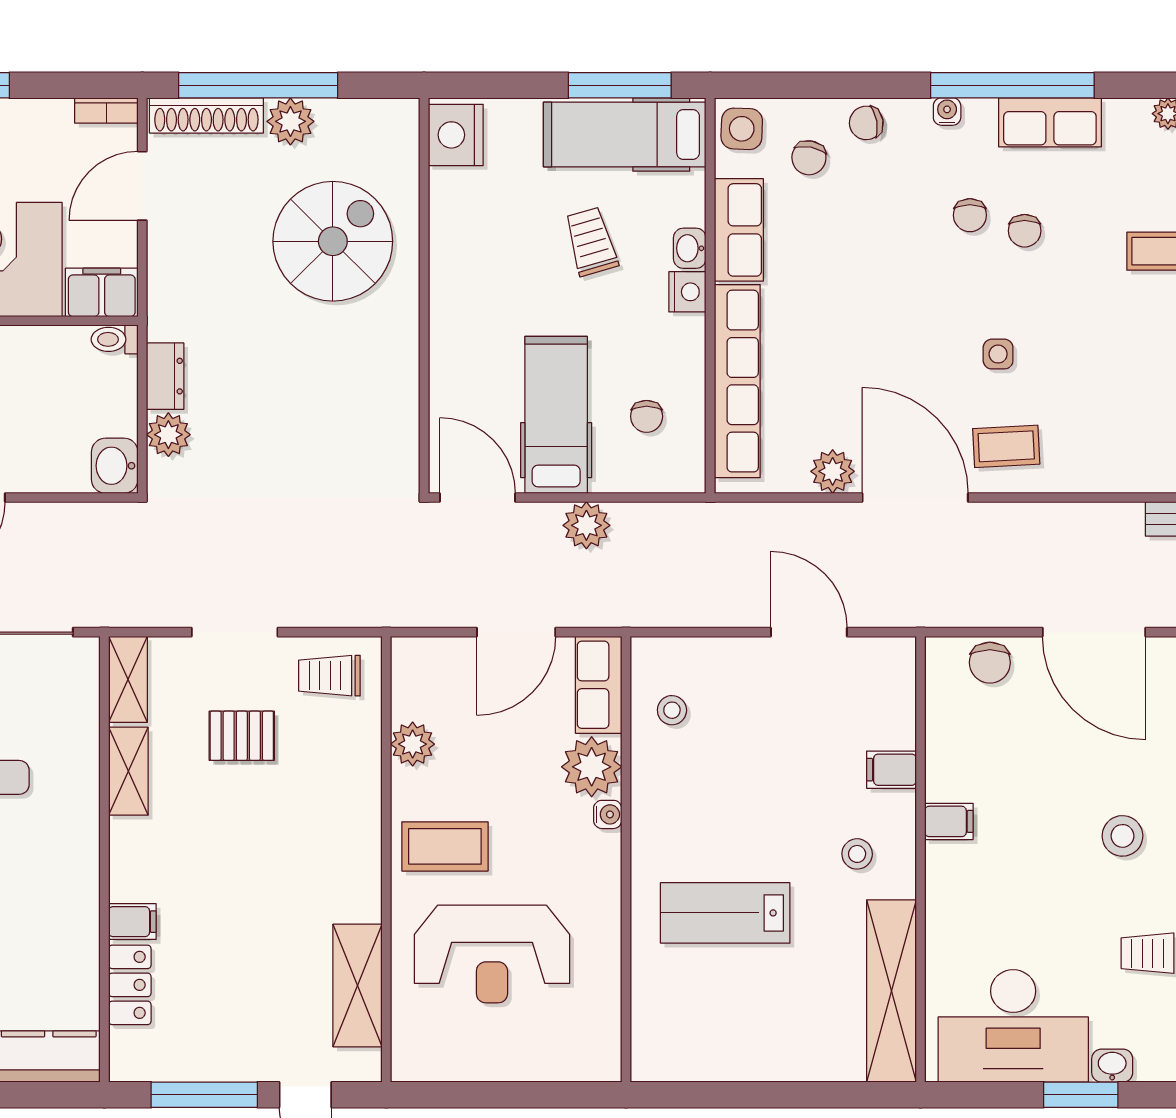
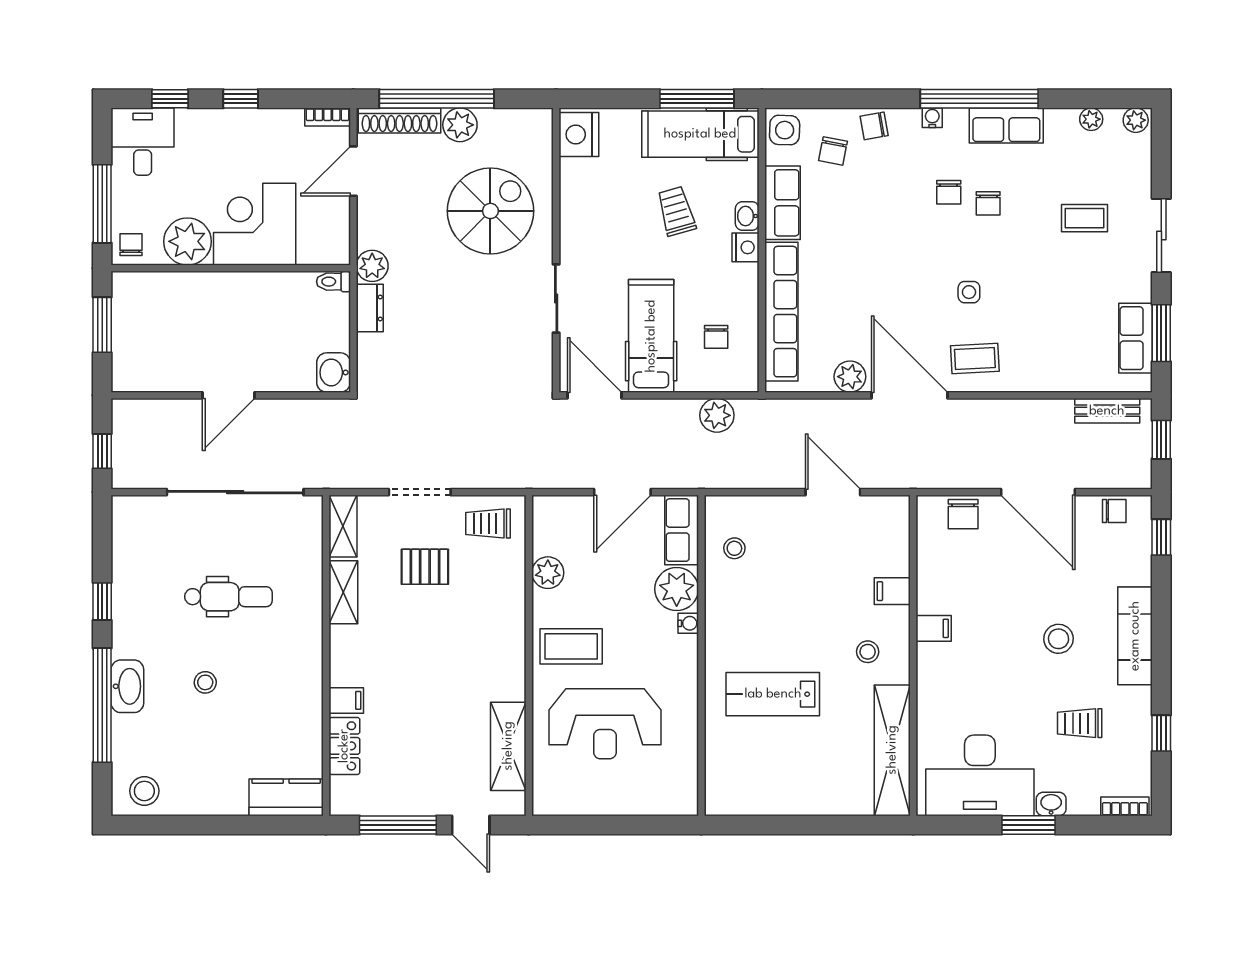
filing cabinet: (102, 292) -> (324, 248), removed
sliding door: (424, 363) -> (556, 299), added
plant: (168, 435) -> (372, 266), moved
plant: (586, 525) -> (717, 415), moved

